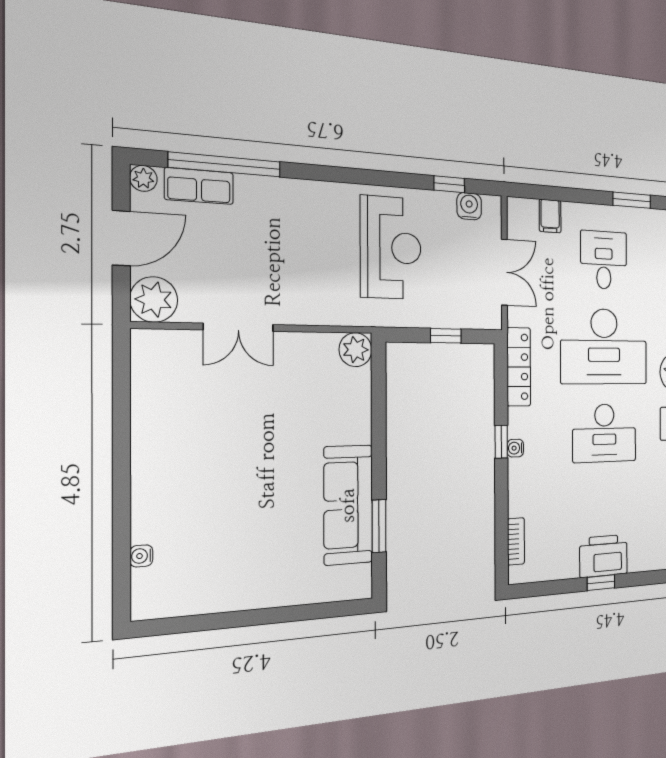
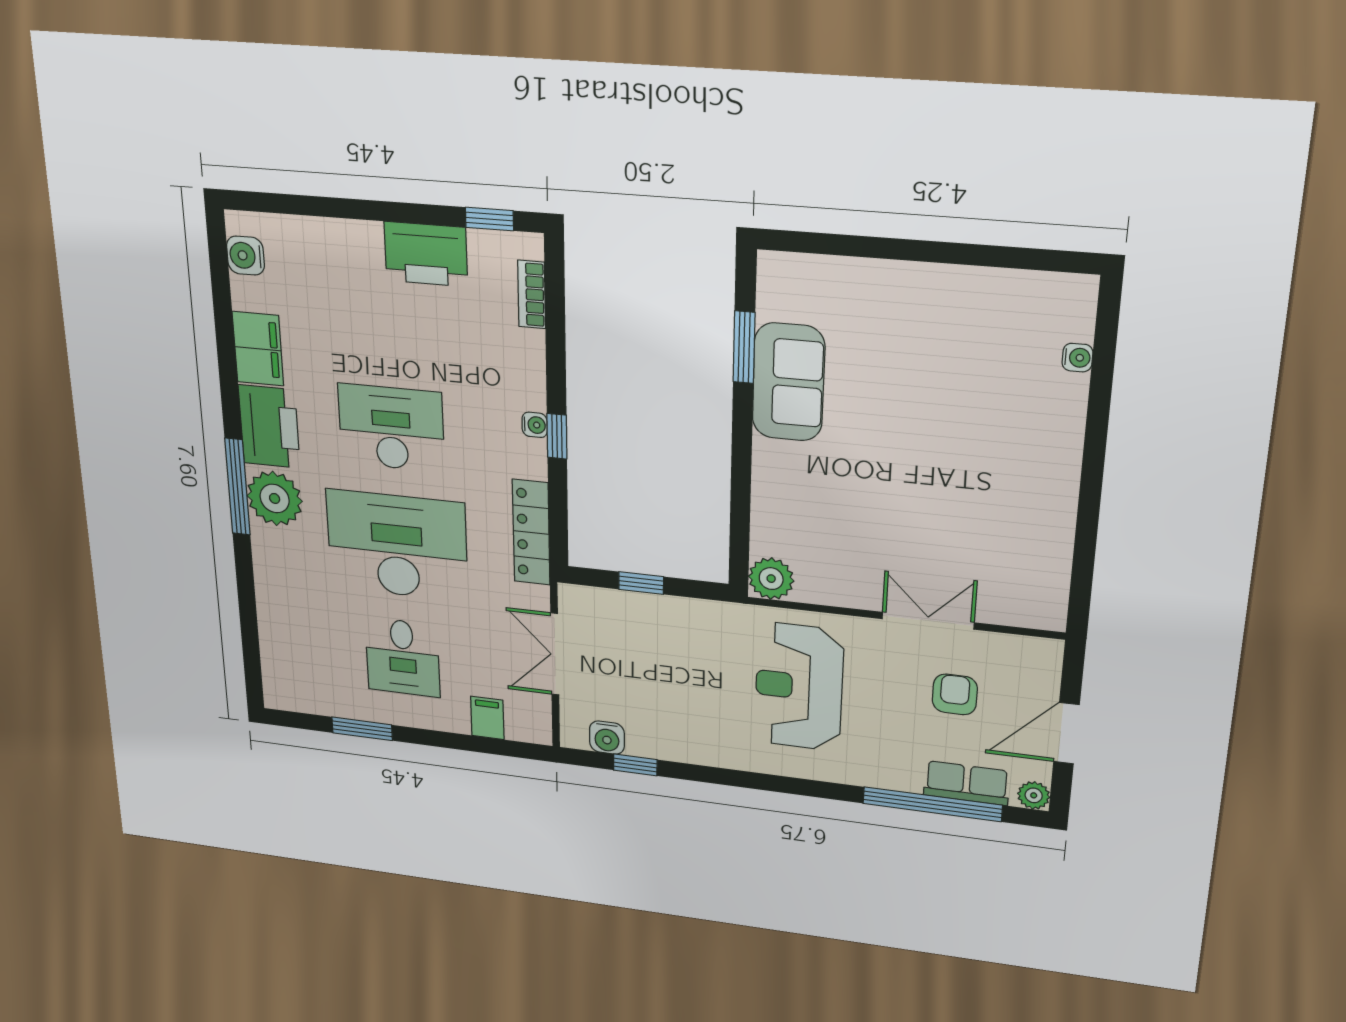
reception desk: (391, 248) -> (799, 687), moved
armchair: (214, 265) -> (955, 694), added
plant: (154, 299) -> (1033, 662), removed
sofa: (348, 505) -> (788, 382), width x0.73
printer: (604, 556) -> (426, 254), moved
window: (601, 583) -> (489, 219), moved

